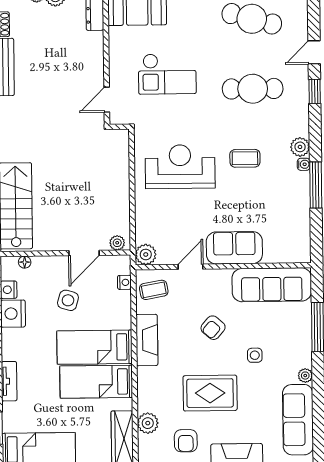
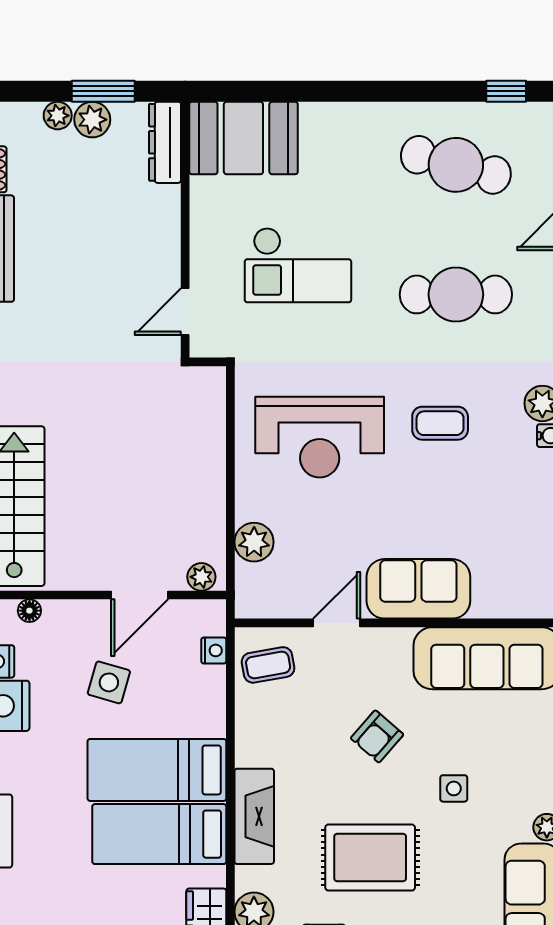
reception desk: (180, 167) -> (320, 437), turned 180
plant: (146, 254) -> (254, 542), moved
fireplace: (147, 340) -> (254, 816), moved

